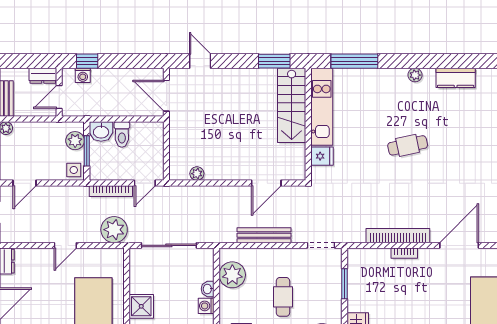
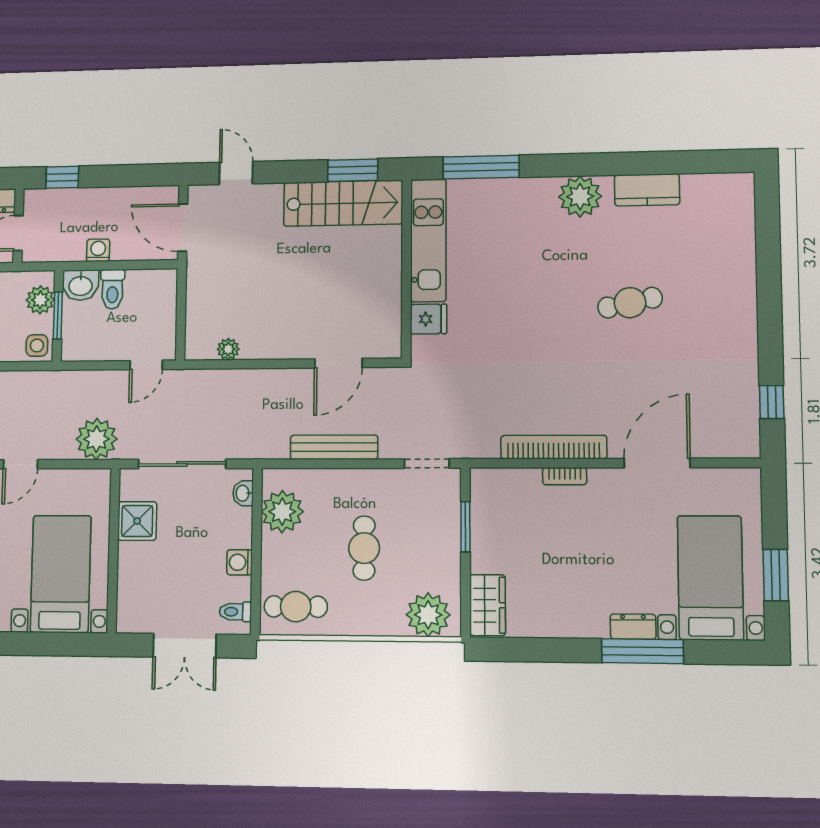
washing machine: (83, 75) -> (98, 250), moved, turned 180
plant: (415, 75) -> (580, 197), width x1.88, depth x1.88
stairs: (292, 105) -> (343, 203), moved, turned -90
cafe table: (408, 145) -> (630, 303), moved
bookcase: (111, 191) -> (93, 378), removed
washbasin: (208, 289) -> (243, 493), moved
shower: (141, 306) -> (137, 521), moved

